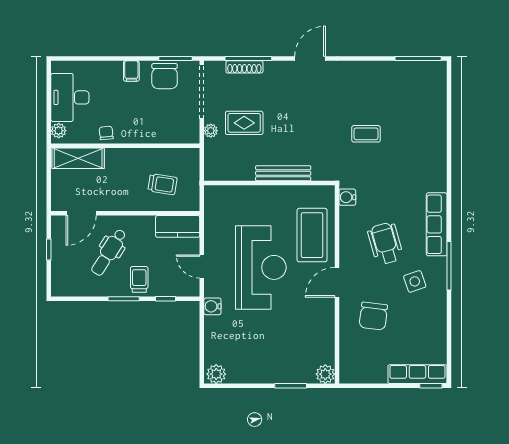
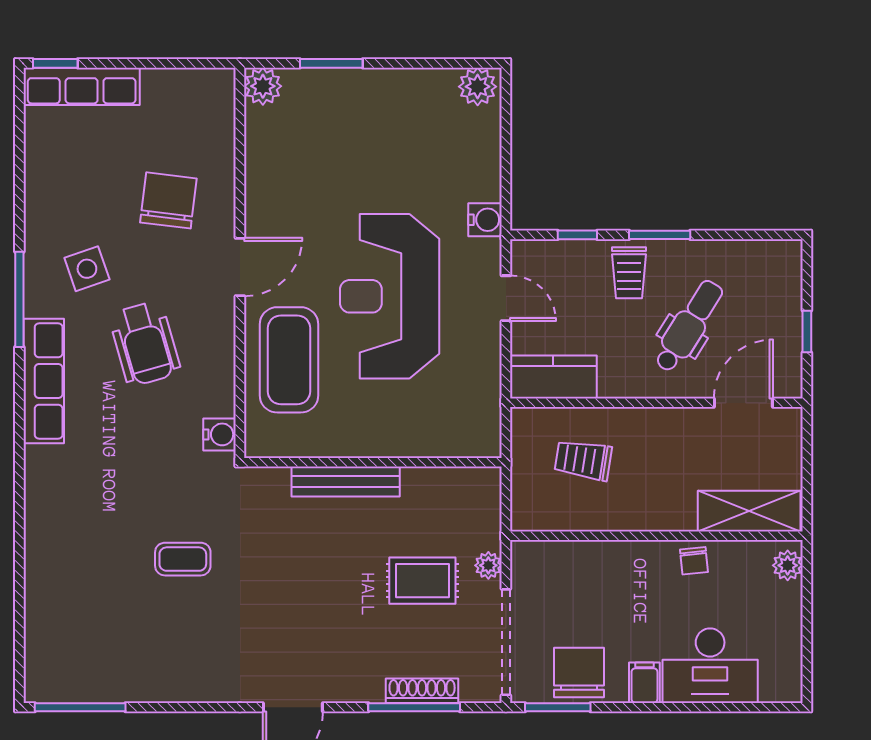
desk: (70, 97) -> (710, 666), moved, turned 90

